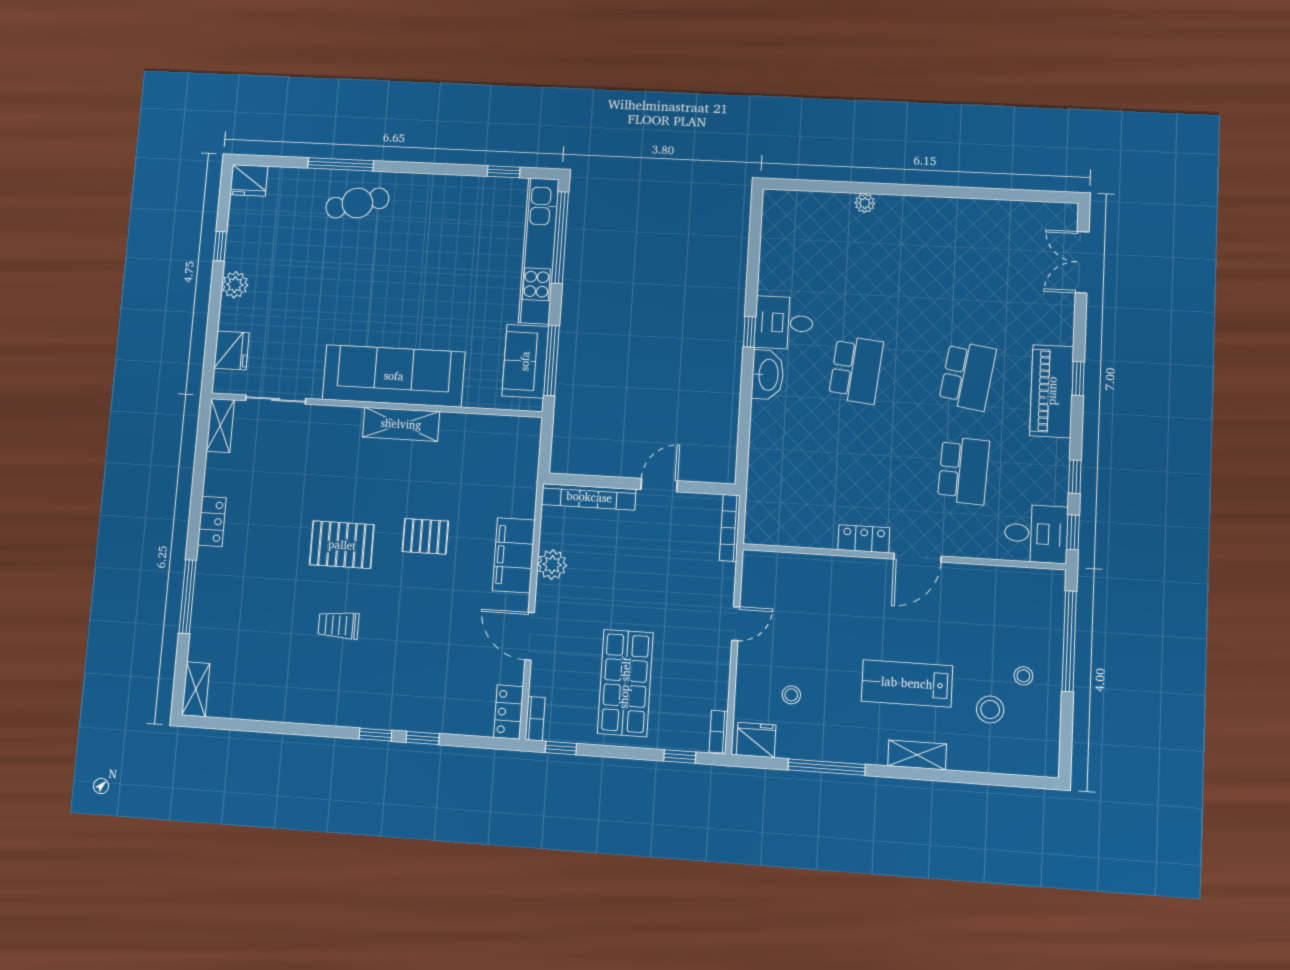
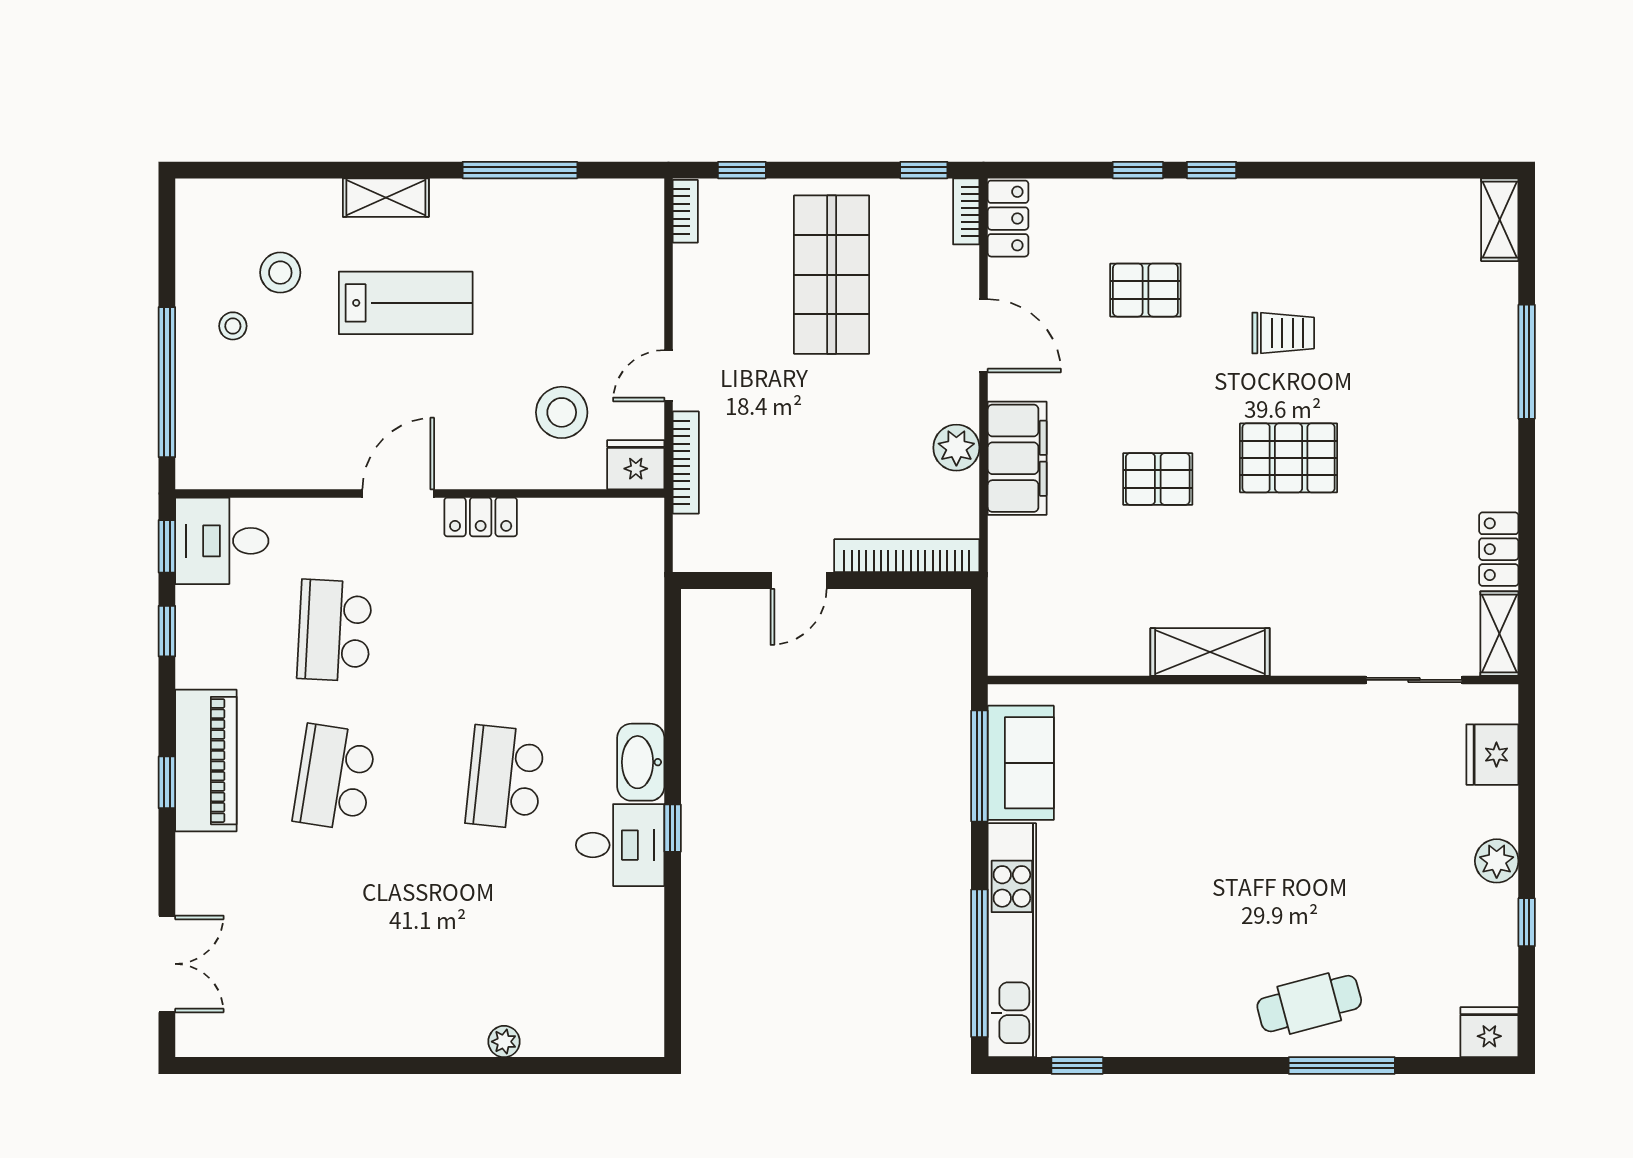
sofa: (394, 376) -> (1228, 728), removed
locker: (212, 521) -> (1499, 549), moved
bookcase: (730, 528) -> (686, 463), moved
pallet: (424, 659) -> (1145, 290), added
stool: (791, 695) -> (562, 412), moved, width x1.89, depth x1.89
fridge: (756, 740) -> (636, 465), moved, turned 180

